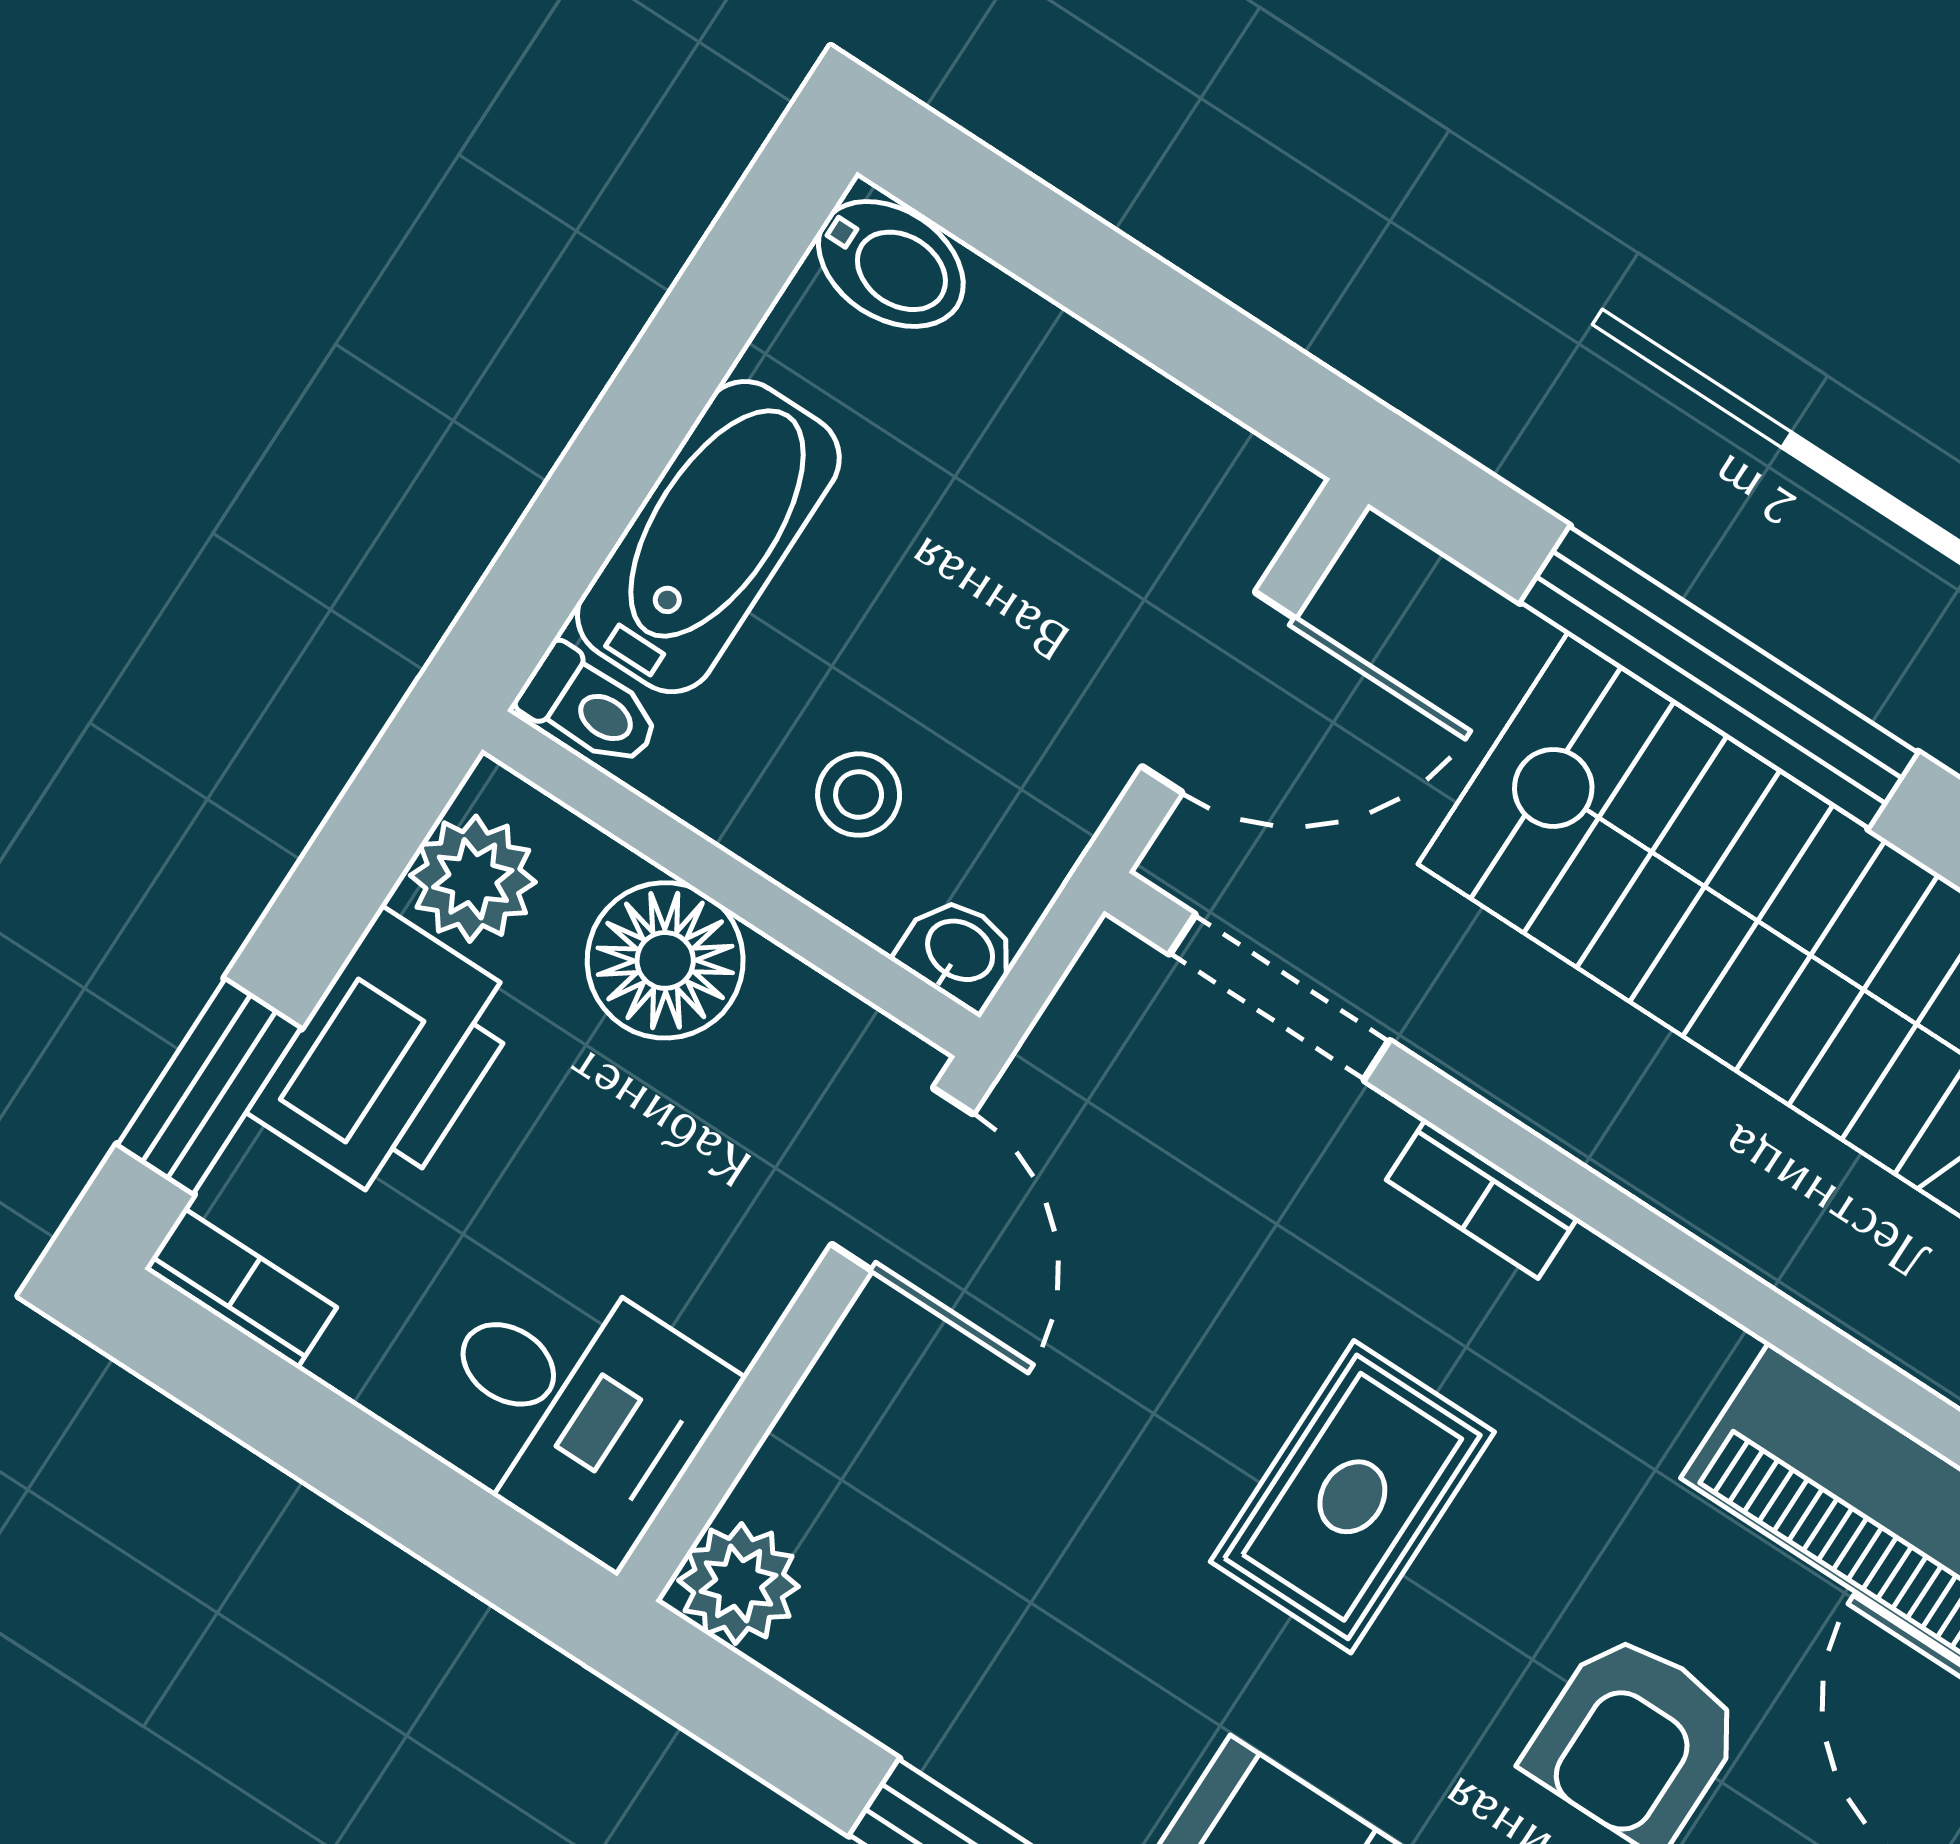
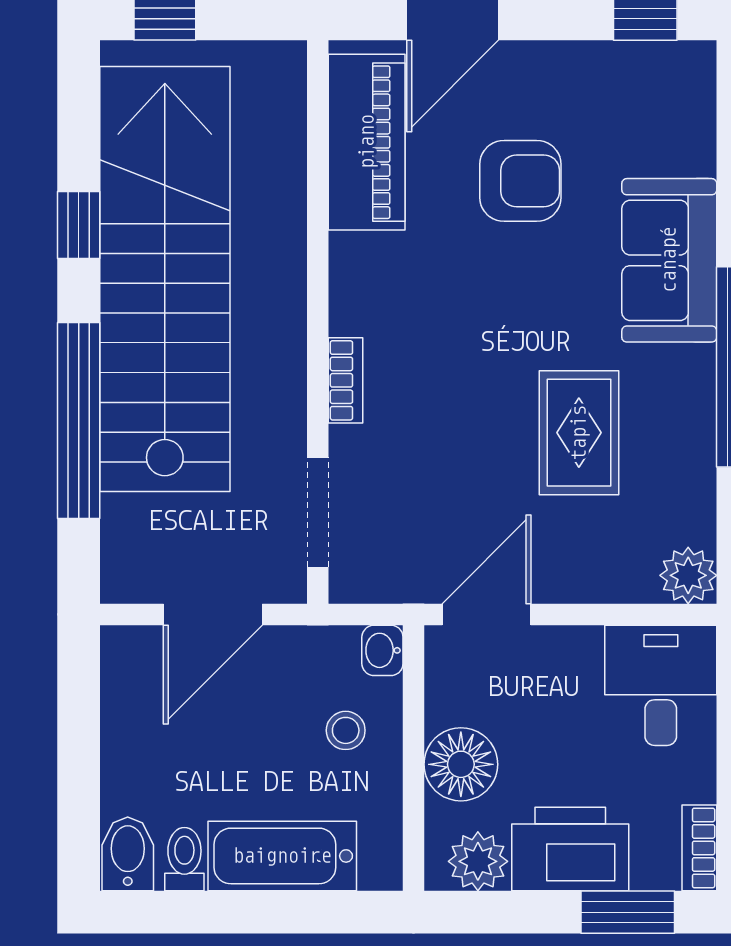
door: (1219, 692) -> (213, 614), swing flipped
toilet: (590, 707) -> (184, 859), moved
rug: (1352, 1497) -> (579, 433), moved, turned 90

